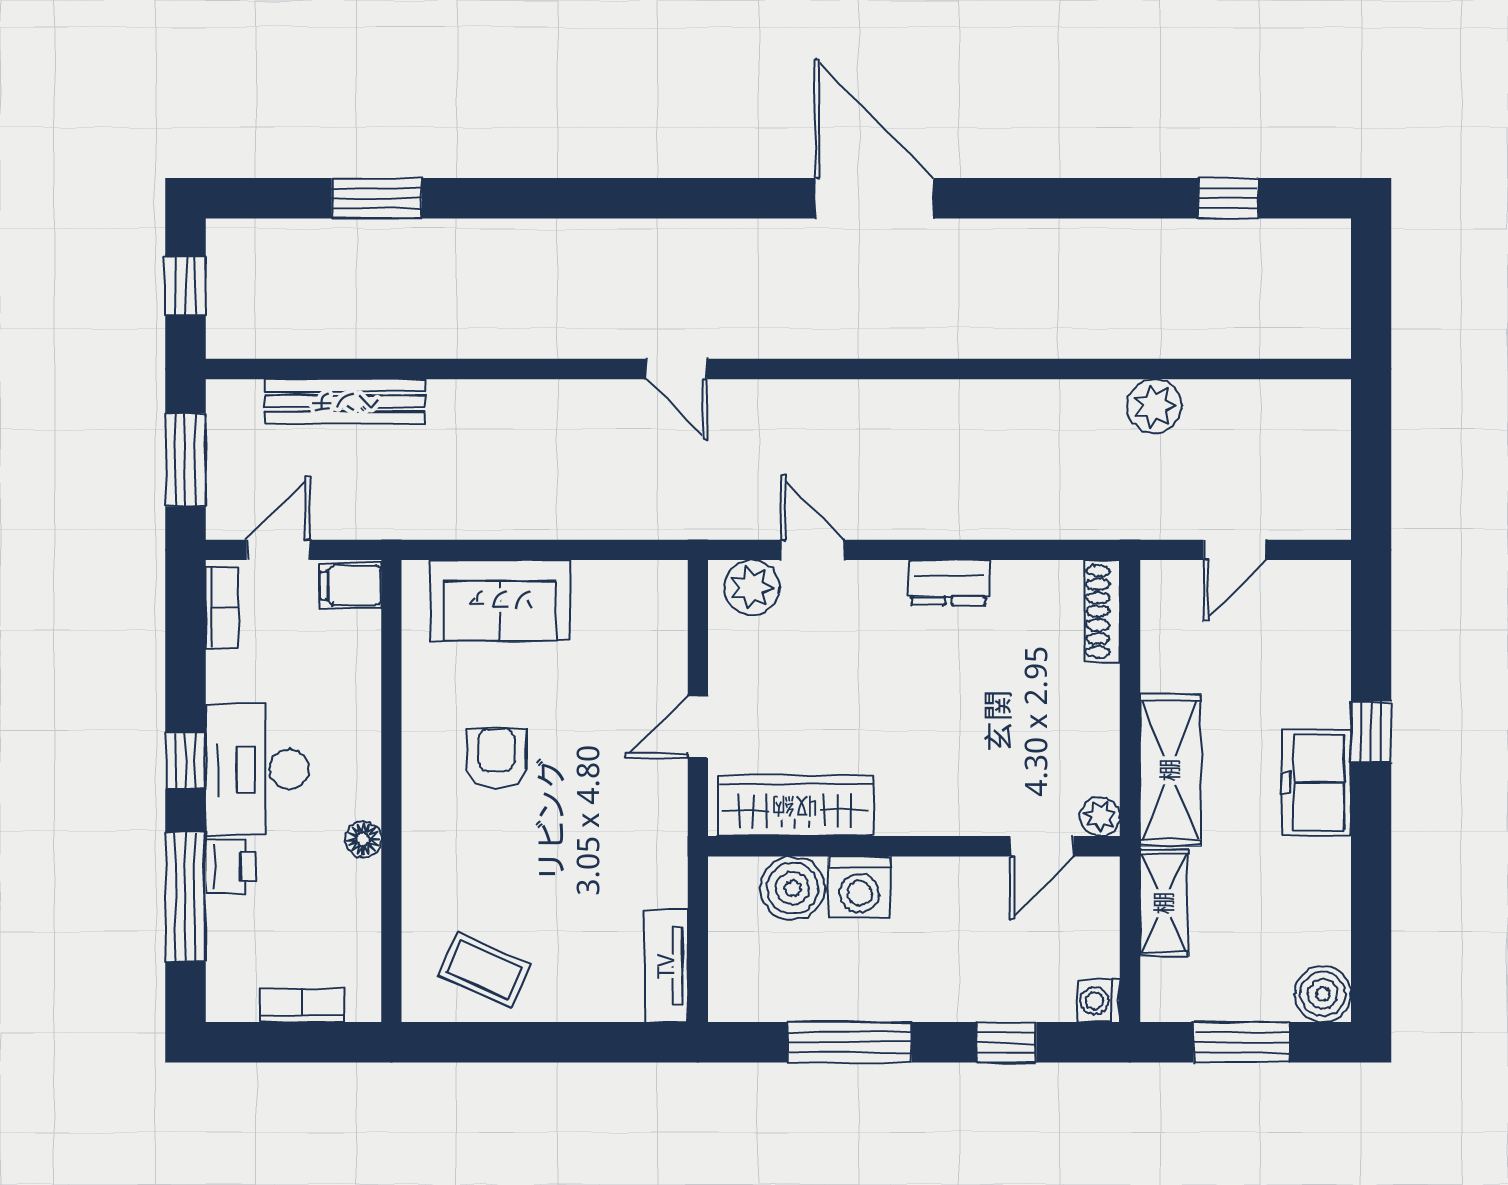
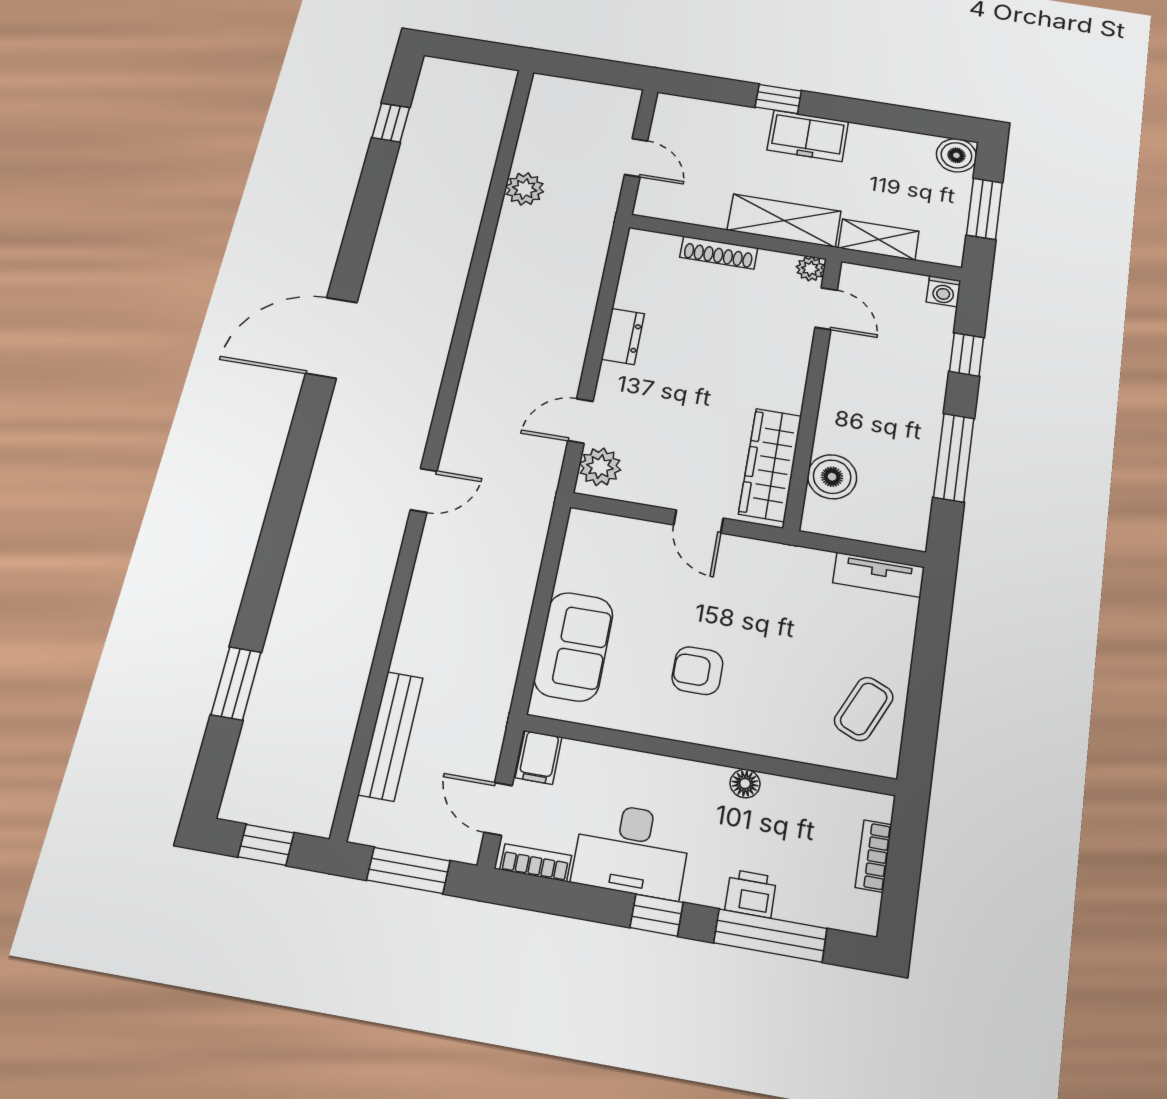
shoe rack: (1102, 611) -> (719, 253), moved
desk: (257, 769) -> (632, 850), moved
washing machine: (859, 887) -> (838, 432), removed

